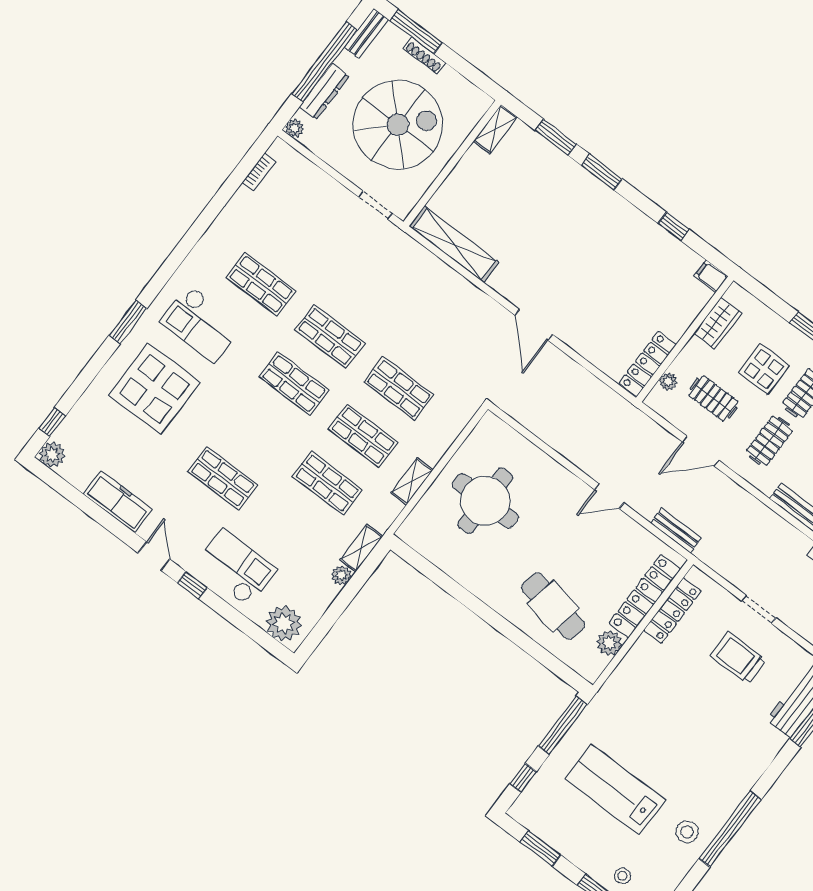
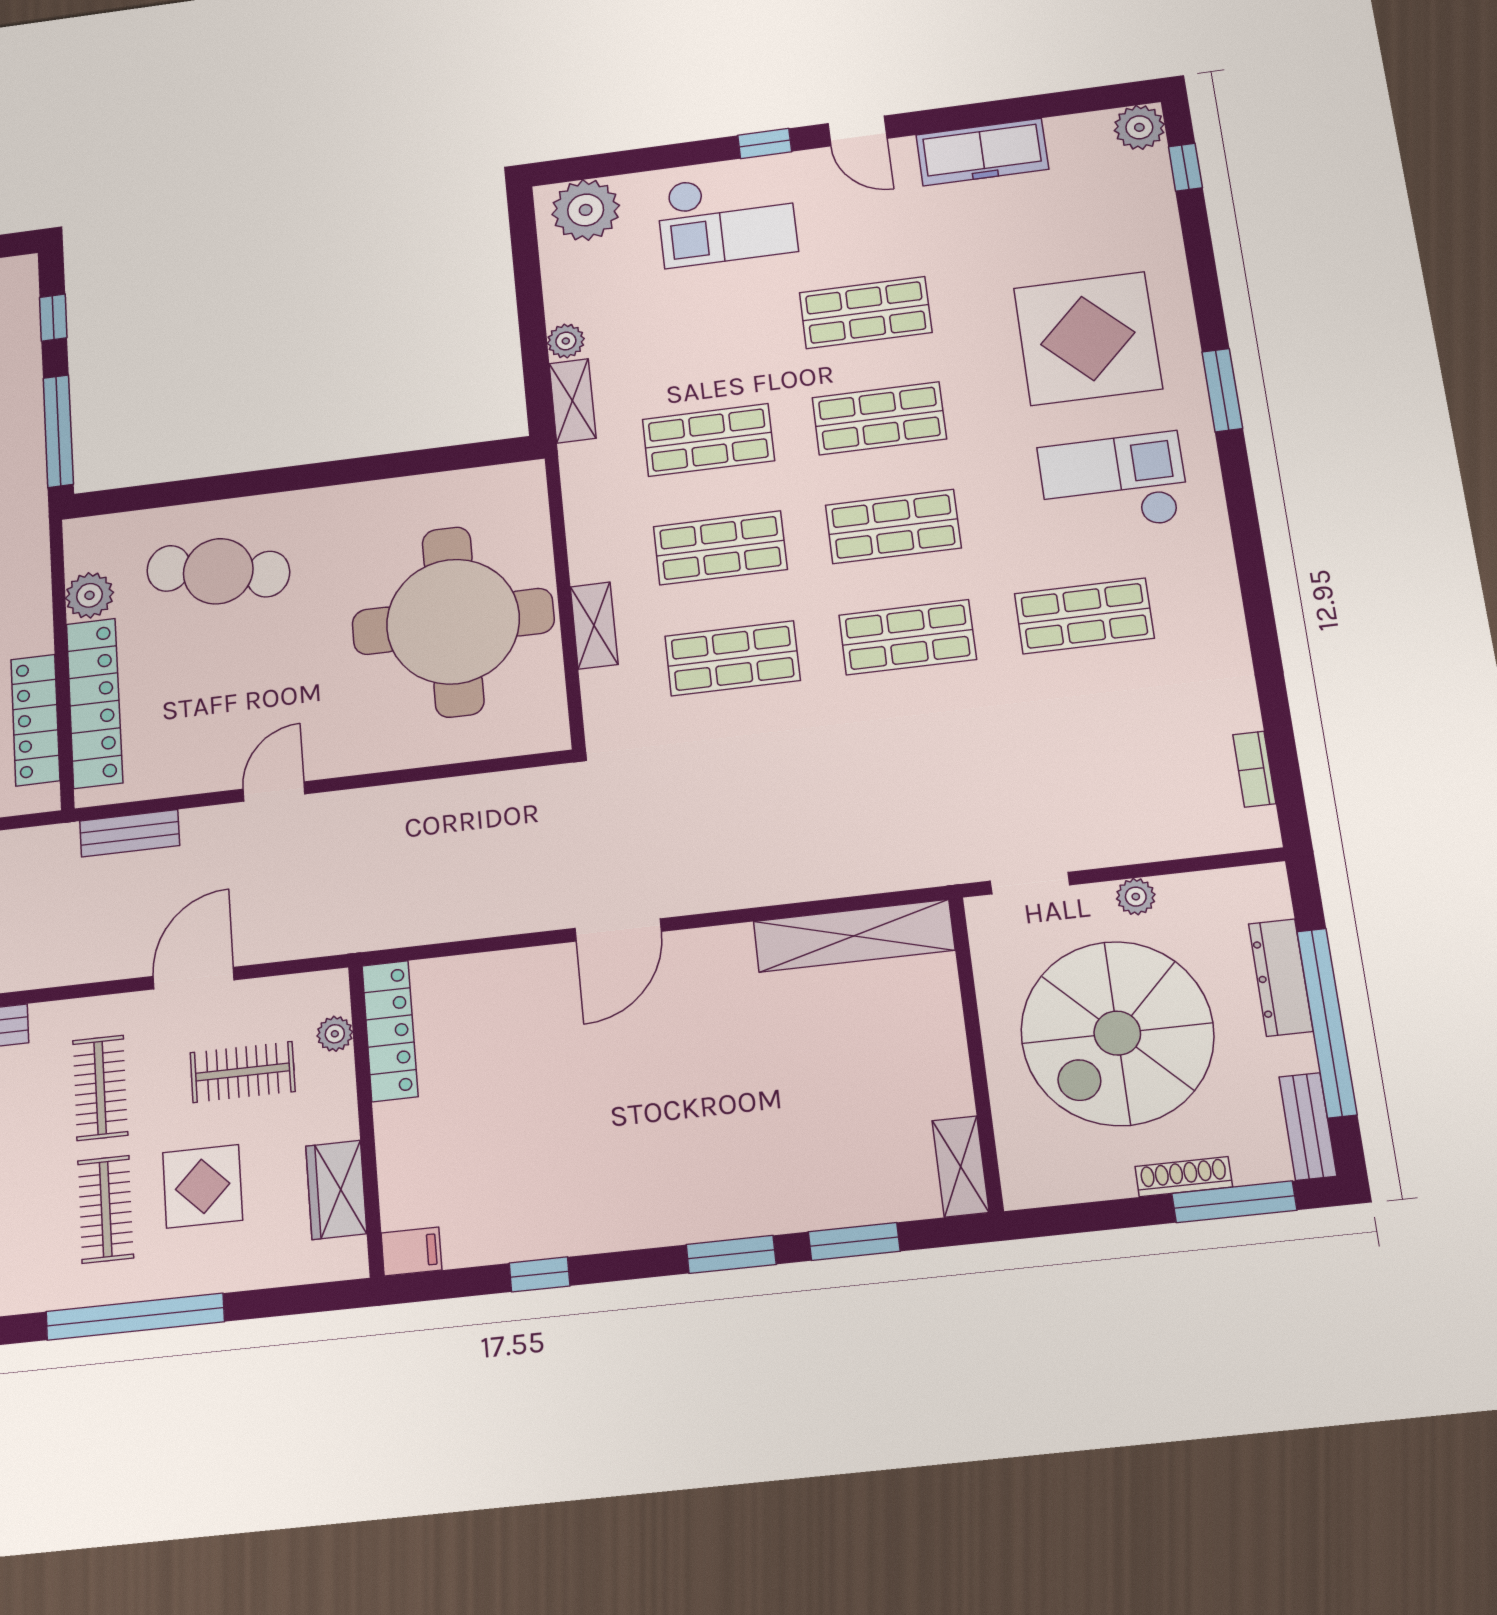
plant: (294, 128) -> (1136, 897), moved
door: (534, 325) -> (618, 930), swing flipped
shop shelf: (258, 431) -> (879, 418), added
shelving: (412, 481) -> (594, 625), moved
round table: (485, 501) -> (453, 621), width x1.36, depth x1.36

